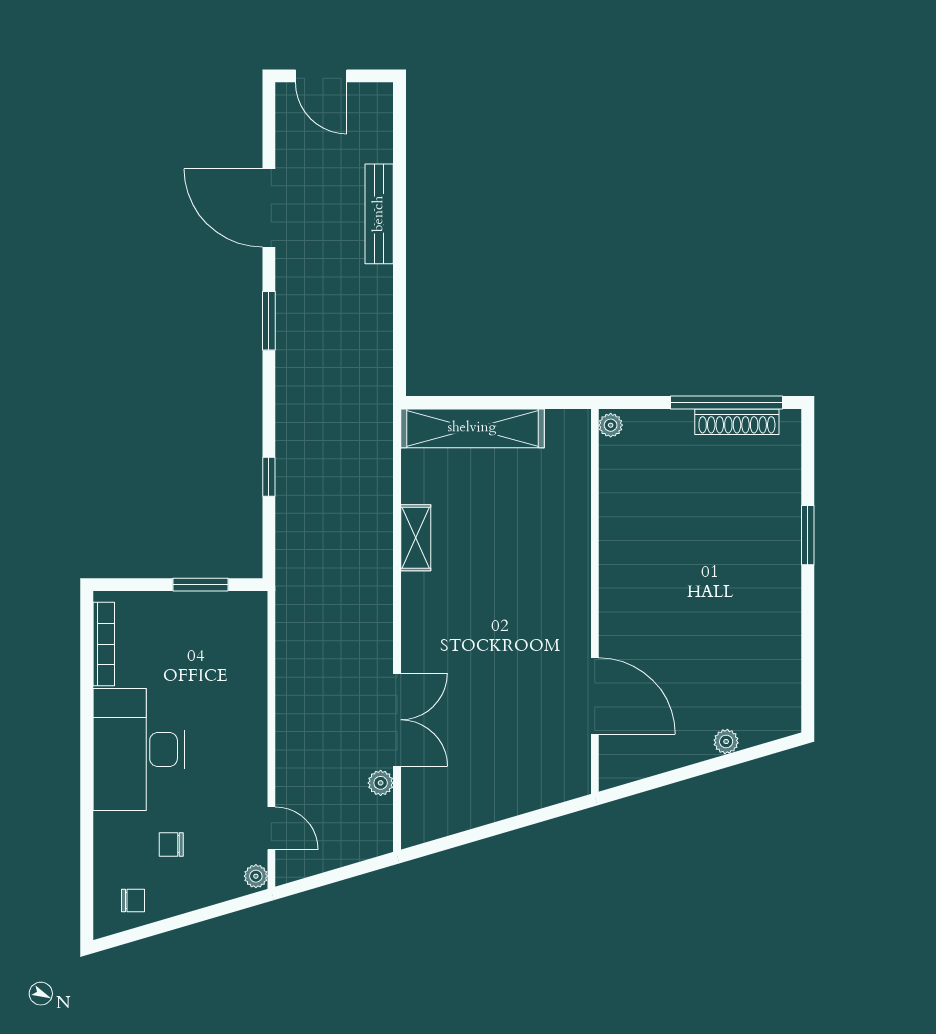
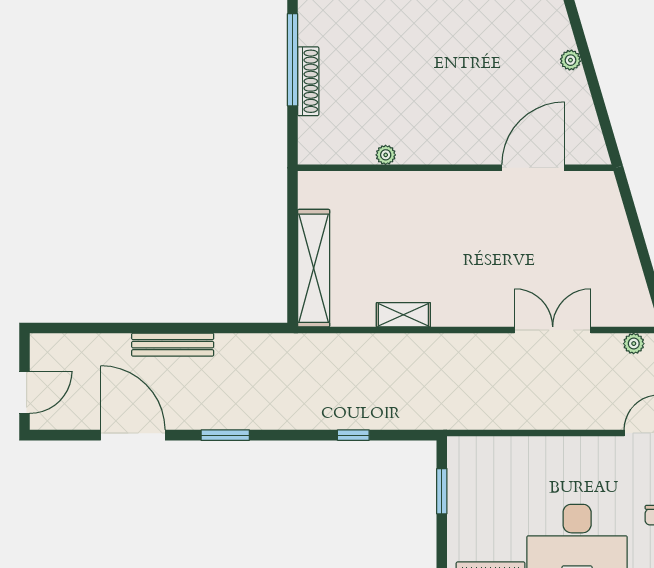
door: (269, 208) -> (133, 435), swing flipped
bench: (379, 214) -> (173, 345), moved
shoe rack: (737, 422) -> (308, 81), moved
plant: (611, 425) -> (386, 155), moved
plant: (381, 783) -> (634, 344), moved

